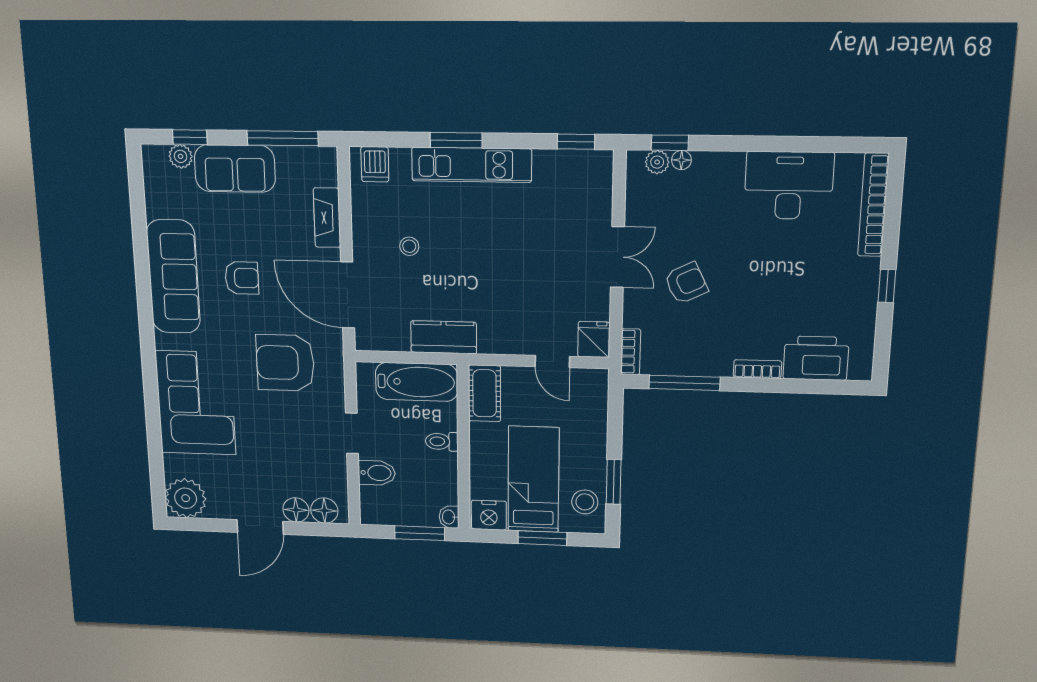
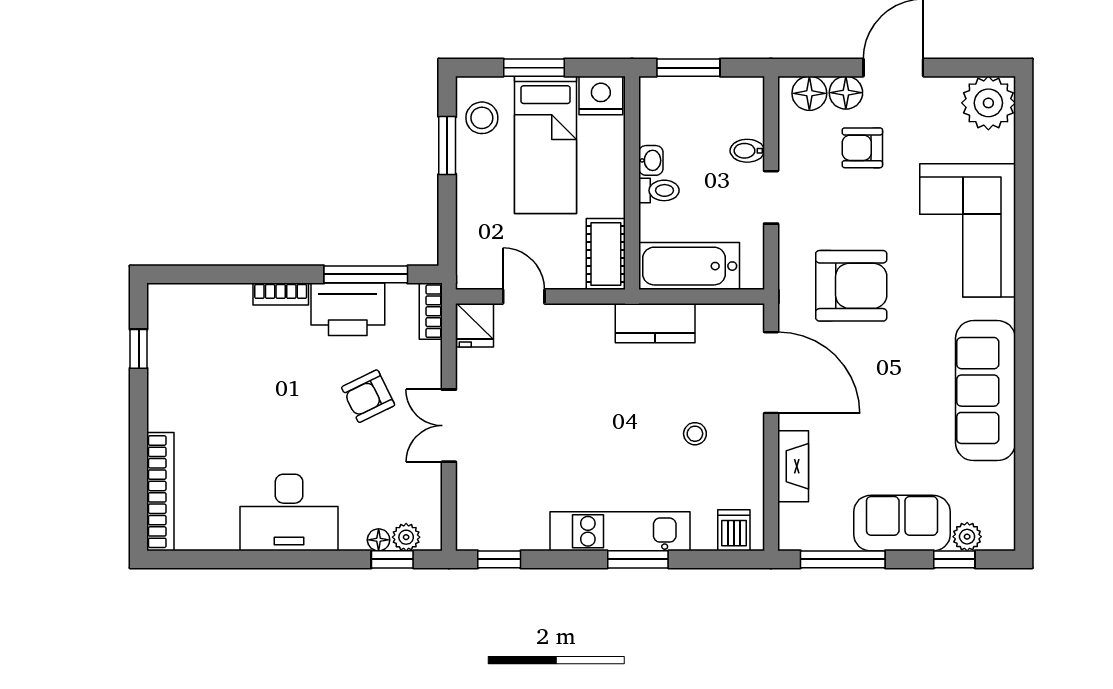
desk: (789, 185) -> (289, 512), moved
armchair: (242, 278) -> (862, 148), moved
window: (887, 286) -> (139, 349), moved
printer: (816, 358) -> (348, 309), moved
bidet: (377, 473) -> (747, 151), width x0.72, depth x0.74
washbasin: (449, 517) -> (651, 160), moved

